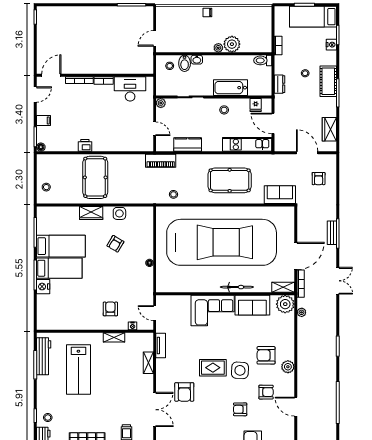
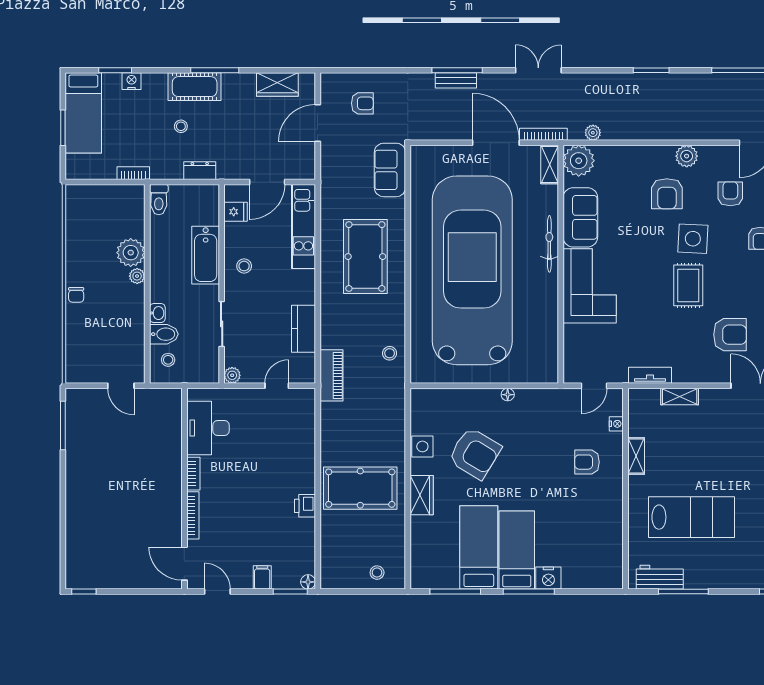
armchair: (115, 244) -> (475, 453), width x1.88, depth x1.88
workbench: (44, 356) -> (660, 577), width x0.73

